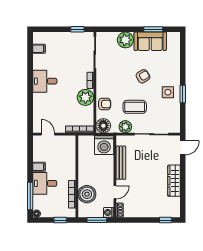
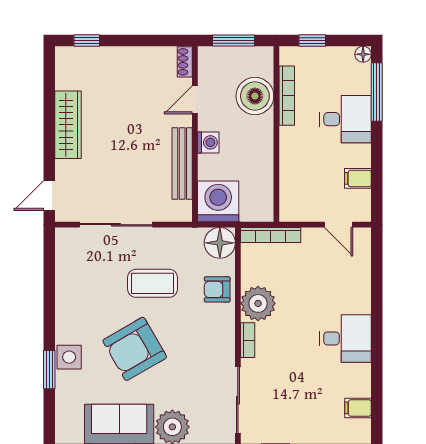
armchair: (143, 76) -> (135, 349), width x1.88, depth x1.88
side table: (168, 92) -> (69, 357), moved
window: (183, 94) -> (49, 370), moved
plant: (125, 127) -> (173, 241), removed
filing cabinet: (39, 167) -> (358, 178), moved
washing machine: (109, 212) -> (208, 142), moved

